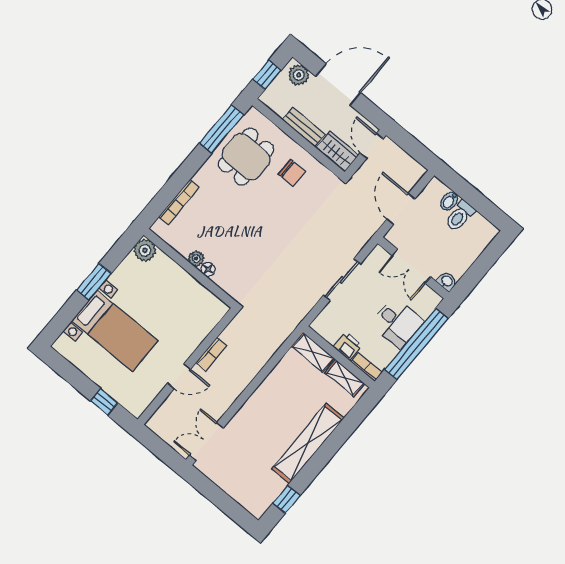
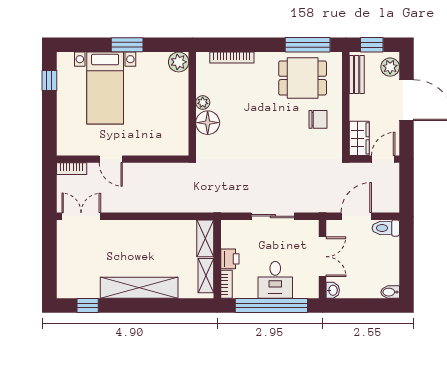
bench: (303, 127) -> (357, 75), moved
chair: (292, 173) -> (318, 119), turned -90
bidet: (449, 201) -> (390, 292), moved
toilet: (460, 216) -> (386, 228), moved
double door: (411, 266) -> (323, 257), swing flipped
floor lamp: (208, 269) -> (208, 123), width x1.89, depth x1.89
bookcase: (211, 354) -> (72, 169), moved
window: (104, 402) -> (49, 81), moved

